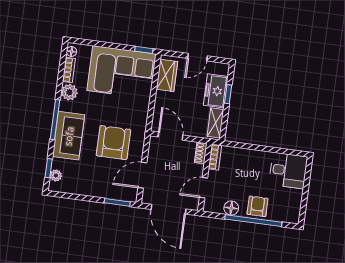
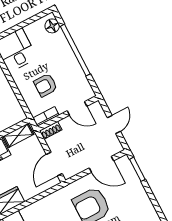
armchair: (258, 206) -> (45, 85), moved
floor lamp: (231, 208) -> (52, 26), moved
door: (168, 209) -> (114, 124), width x0.53

